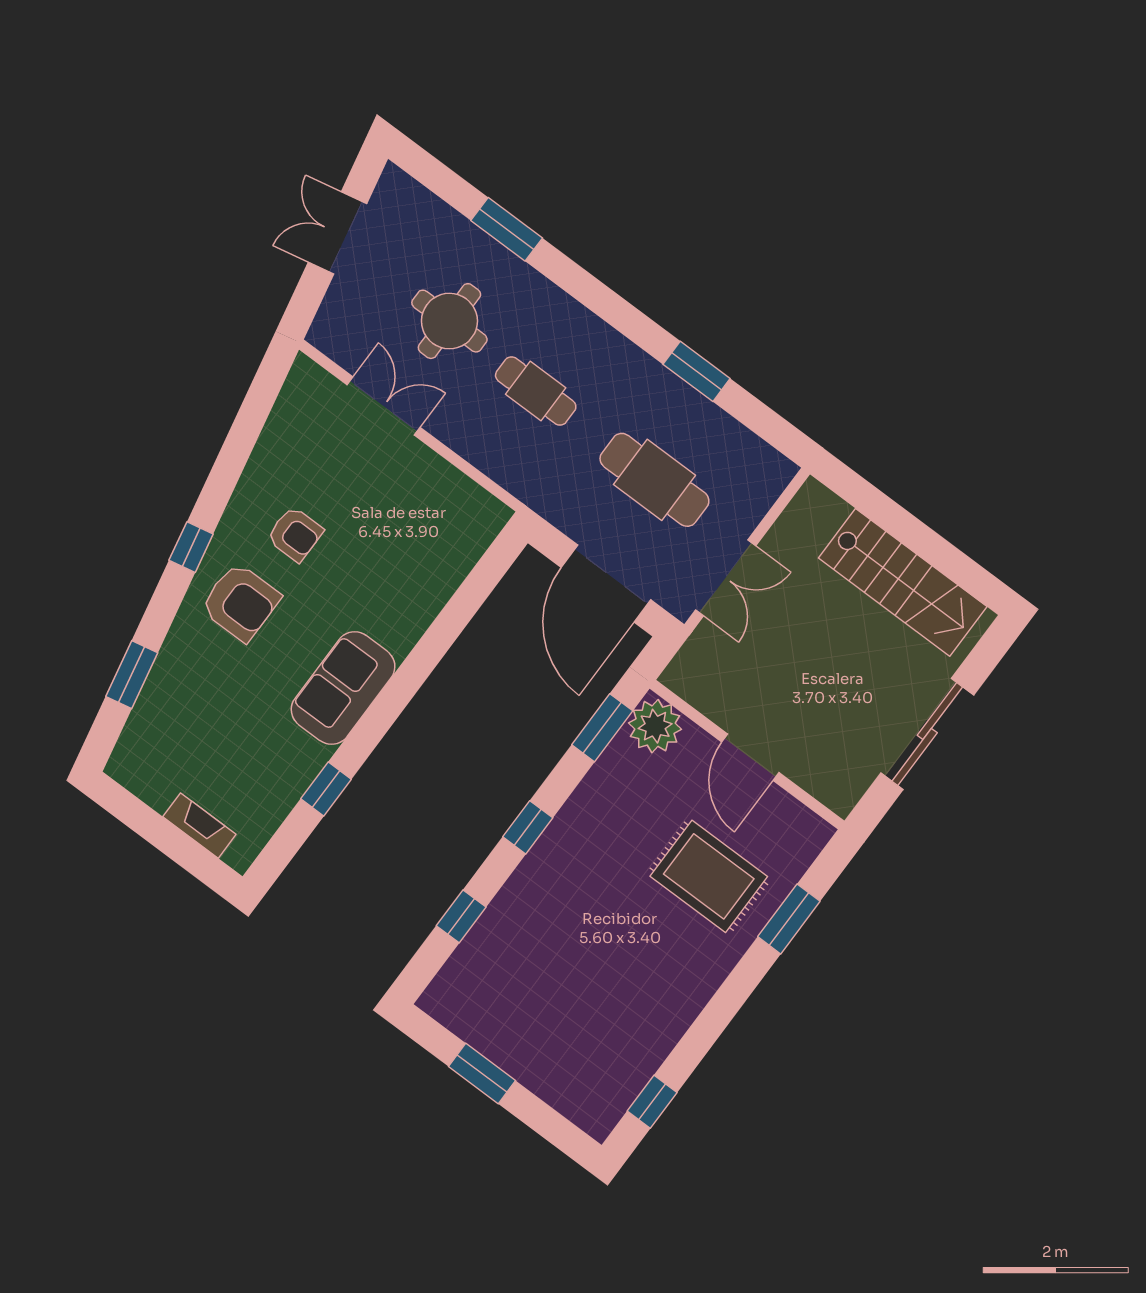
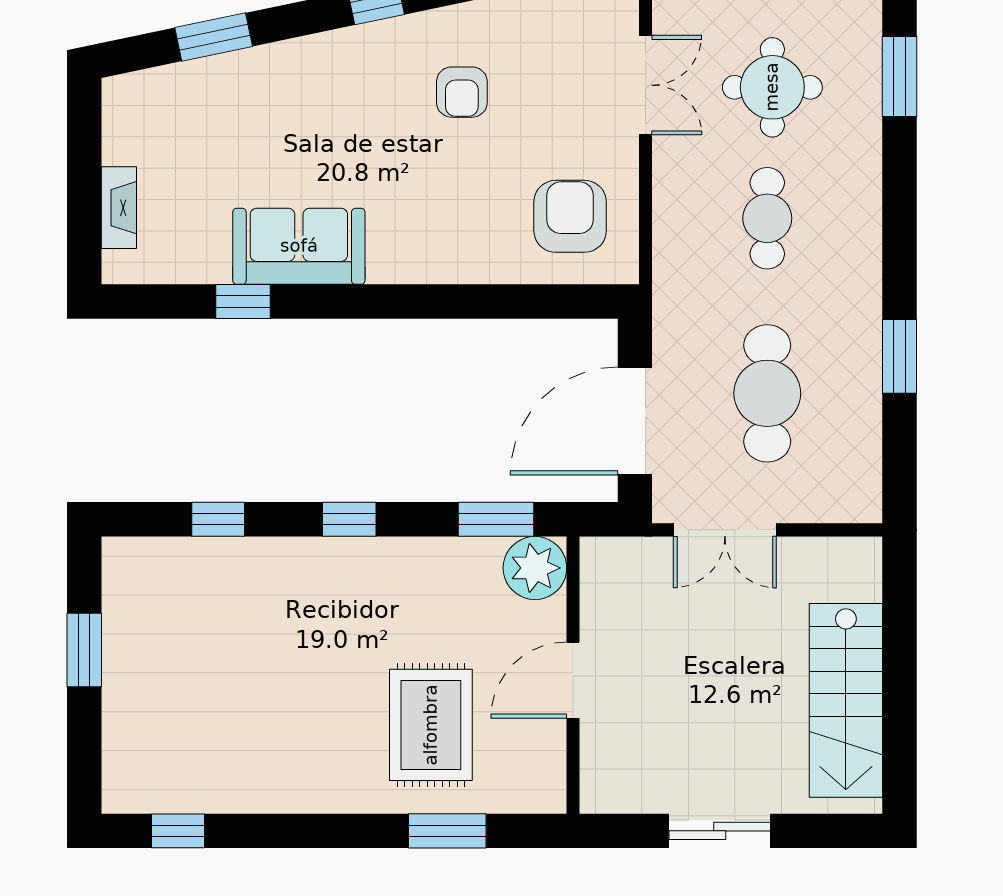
armchair: (241, 602) -> (570, 216), moved, turned 180
sofa: (343, 688) -> (299, 246), moved
sliding door: (927, 734) -> (720, 831), width x0.73

